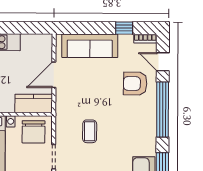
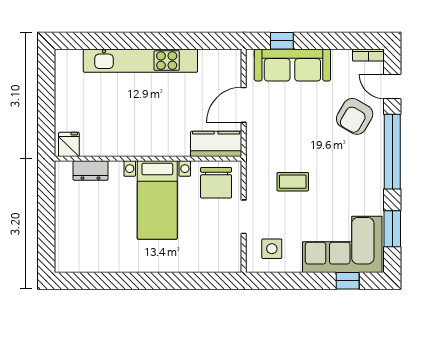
window: (124, 28) -> (282, 41), moved
armchair: (135, 84) -> (355, 116), turned -61
coffee table: (90, 131) -> (293, 182), turned 90

